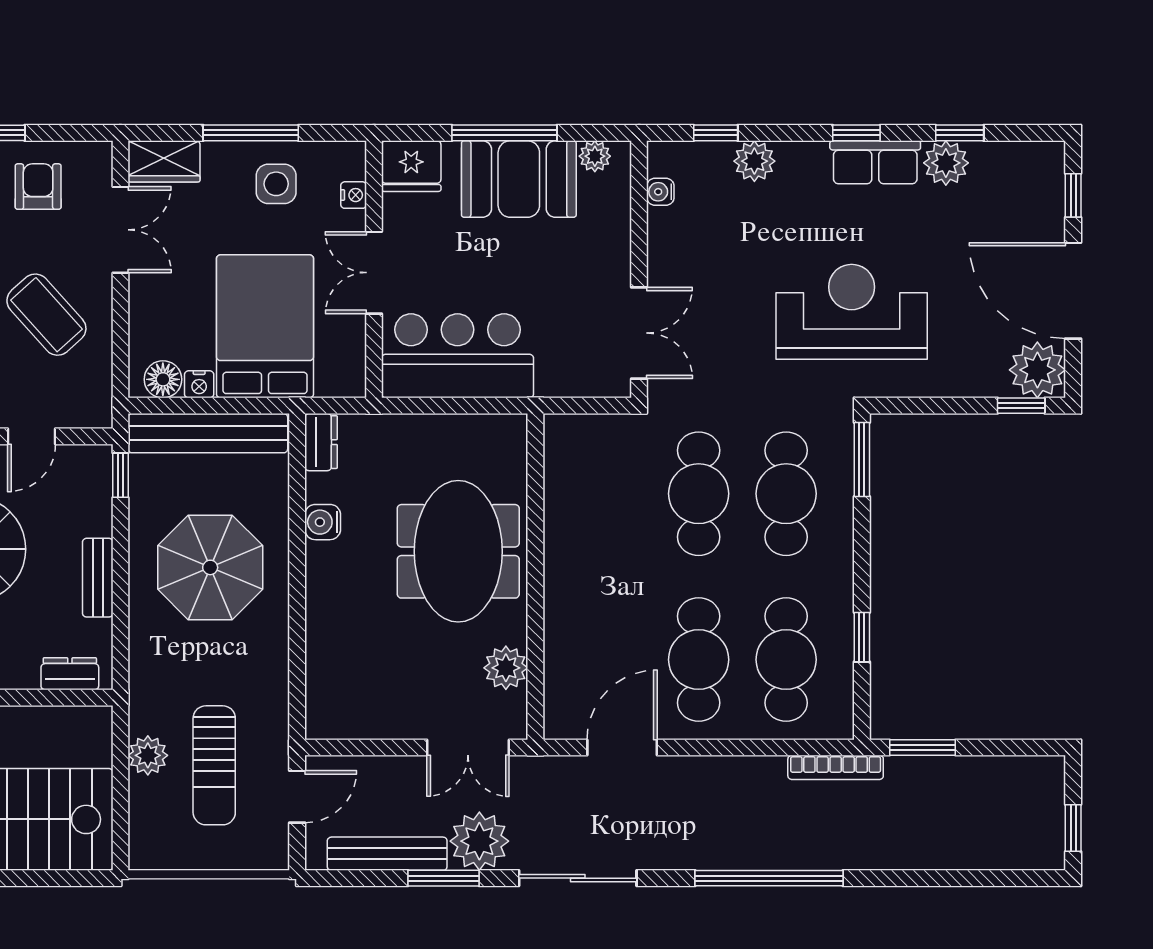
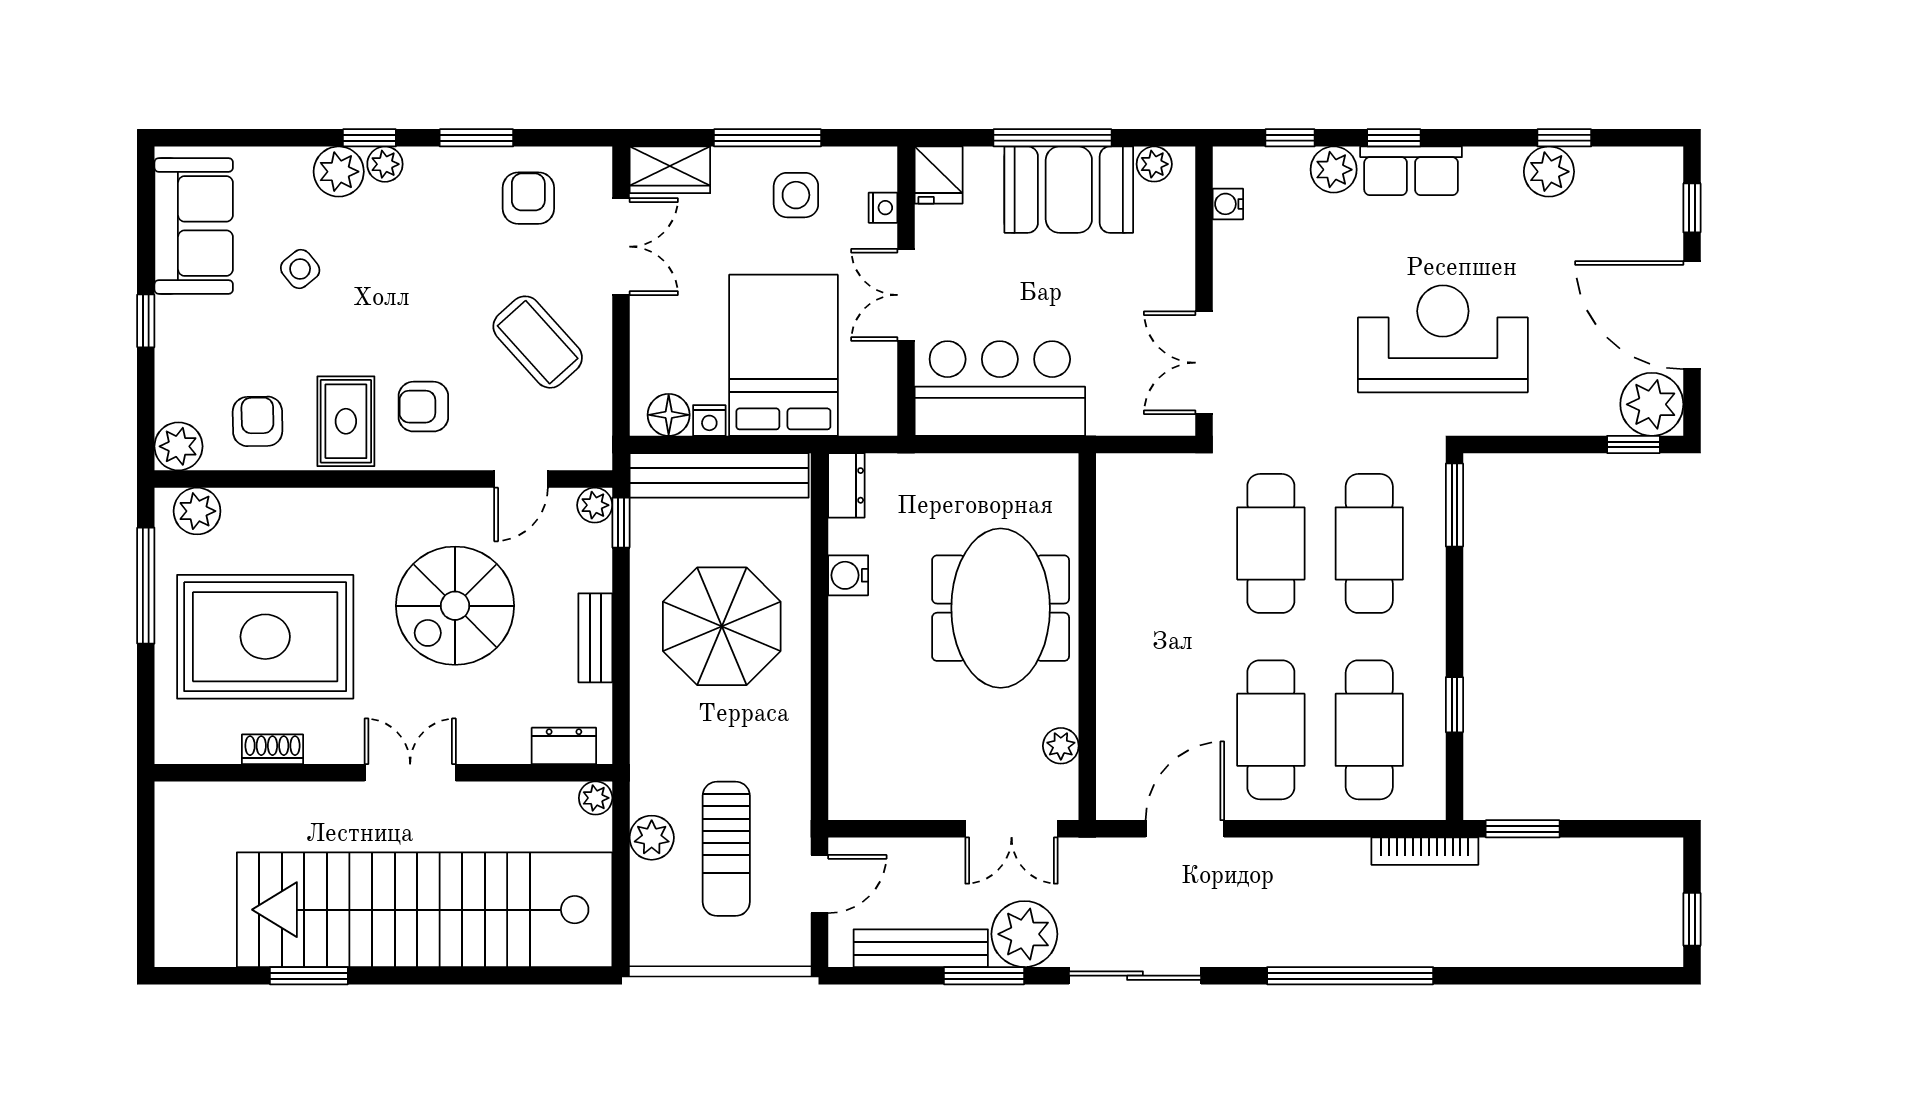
window: (856, 133) -> (1394, 138), moved
row of seats: (875, 162) -> (1411, 171), moved
fridge: (411, 166) -> (939, 175), width x0.72
double door: (639, 333) -> (1204, 363), swing flipped
plant: (97, 460) -> (595, 505), added
plant: (506, 668) -> (1061, 746), width x0.73, depth x0.73
plant: (98, 720) -> (596, 798), added

